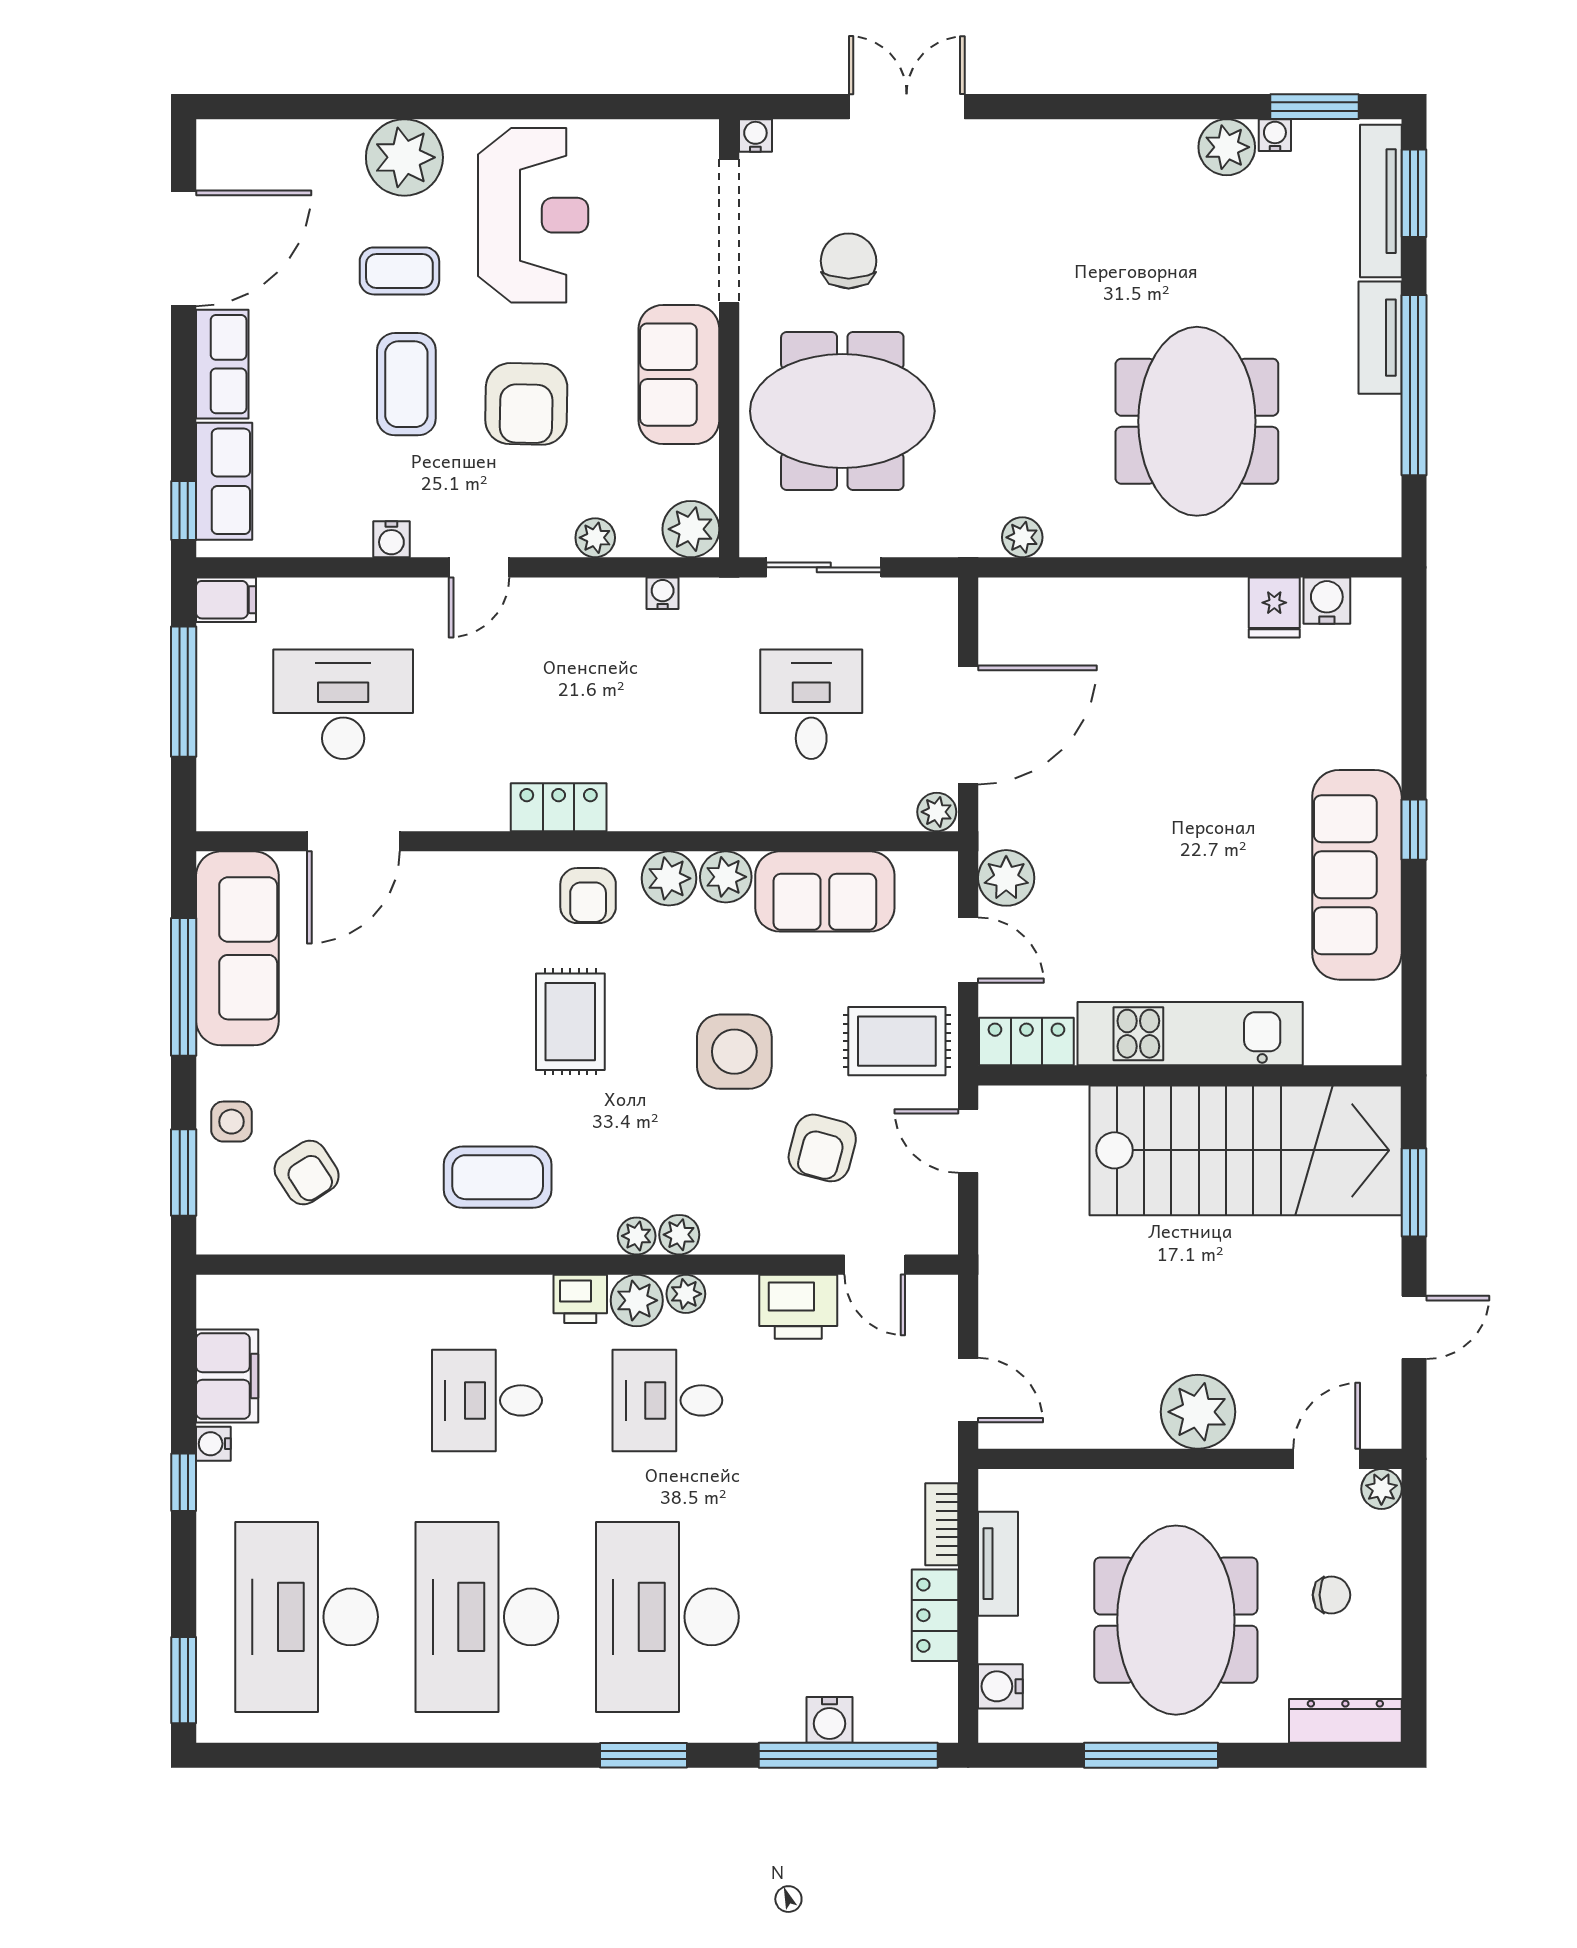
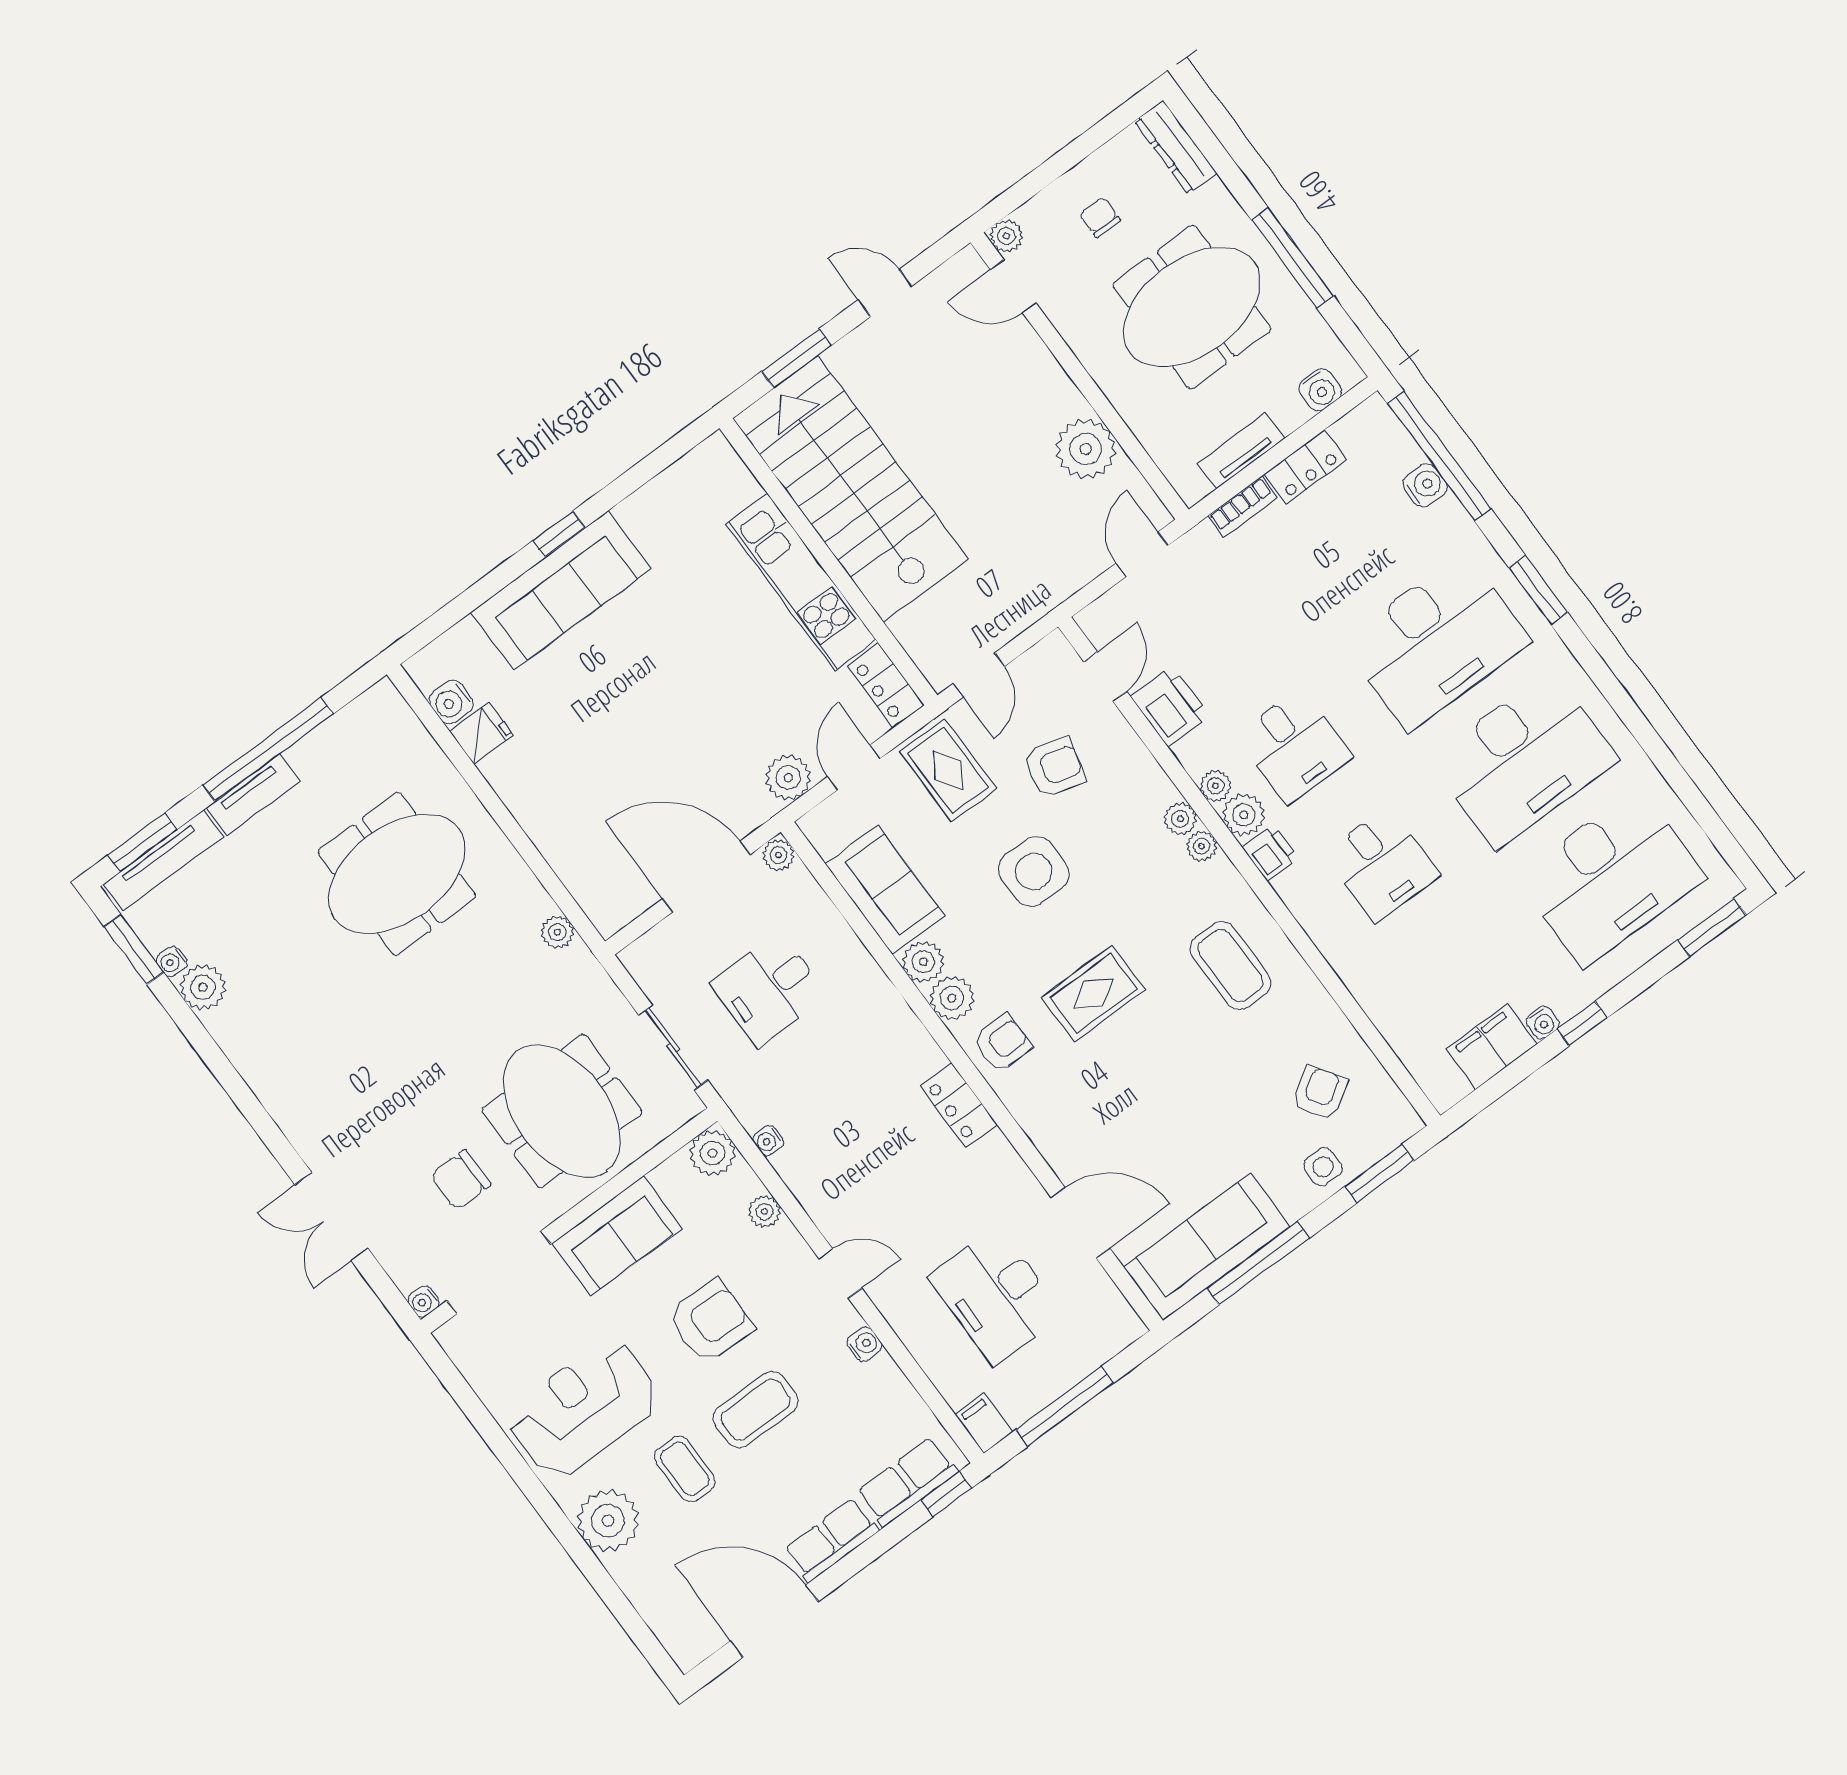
sofa: (1357, 875) -> (561, 591), moved
plant: (1198, 1412) -> (1086, 449), moved

